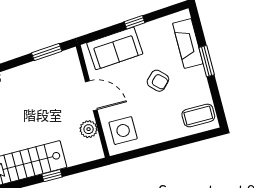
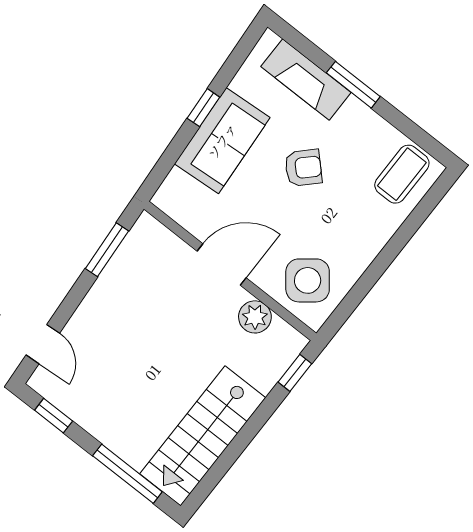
sofa: (115, 48) -> (222, 141), moved
side table: (123, 131) -> (308, 280), turned -38
window: (52, 176) -> (295, 373), moved

